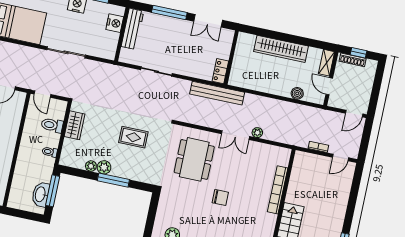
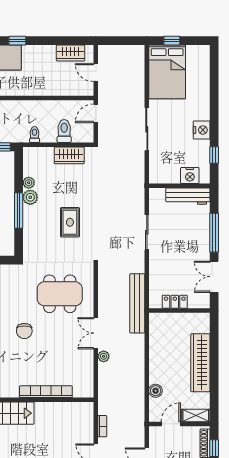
locker: (220, 71) -> (175, 302), moved

